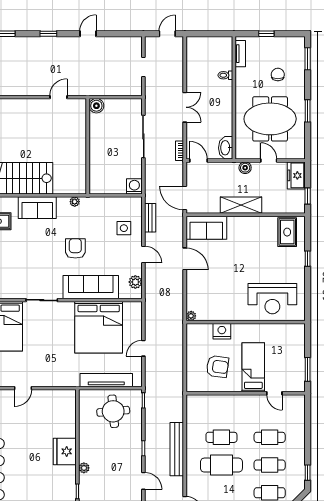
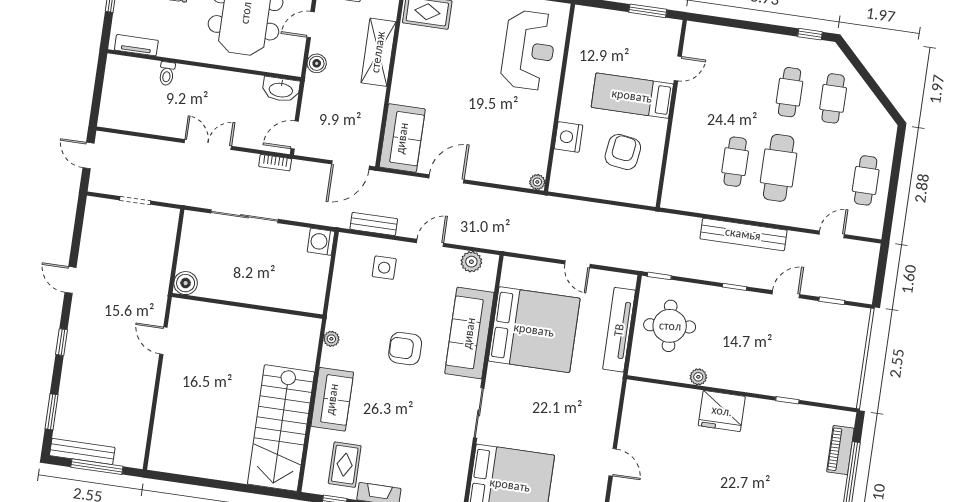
shelving: (241, 205) -> (378, 52), moved
cafe table: (270, 437) -> (746, 86), removed
plant: (84, 468) -> (698, 377), moved

